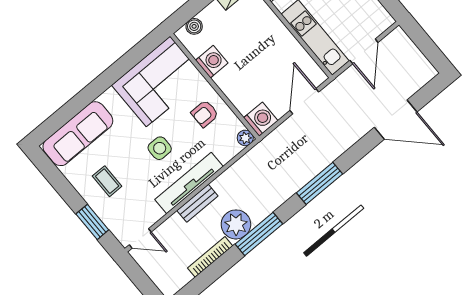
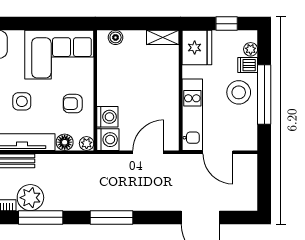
door: (364, 51) -> (218, 152), hinge flipped
washing machine: (212, 62) -> (107, 117), moved
floor lamp: (226, 153) -> (65, 142), added

